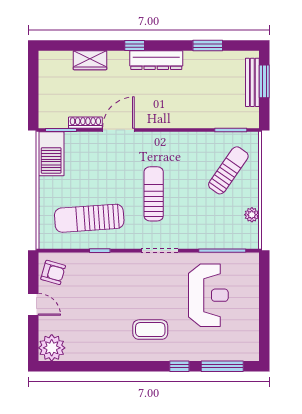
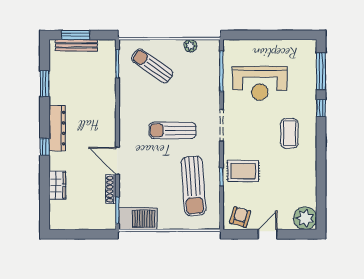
rug: (106, 276) -> (243, 171), added
reception desk: (208, 295) -> (260, 83), turned 180

